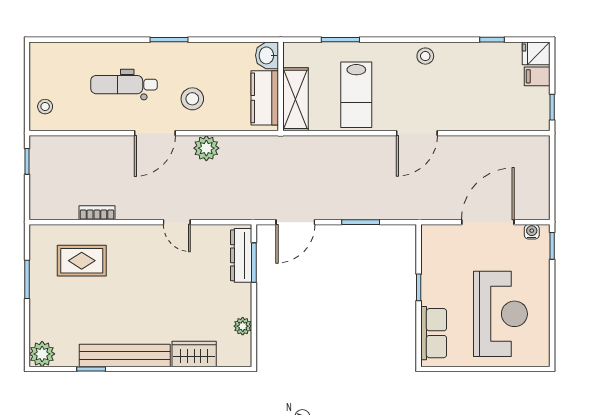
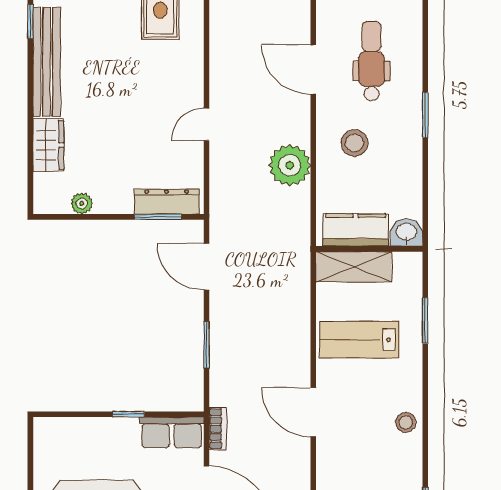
door: (155, 133) -> (313, 70), moved
plant: (206, 148) -> (290, 165), width x1.36, depth x1.36
bookcase: (97, 213) -> (218, 429), moved
row of seats: (434, 333) -> (172, 432), moved

